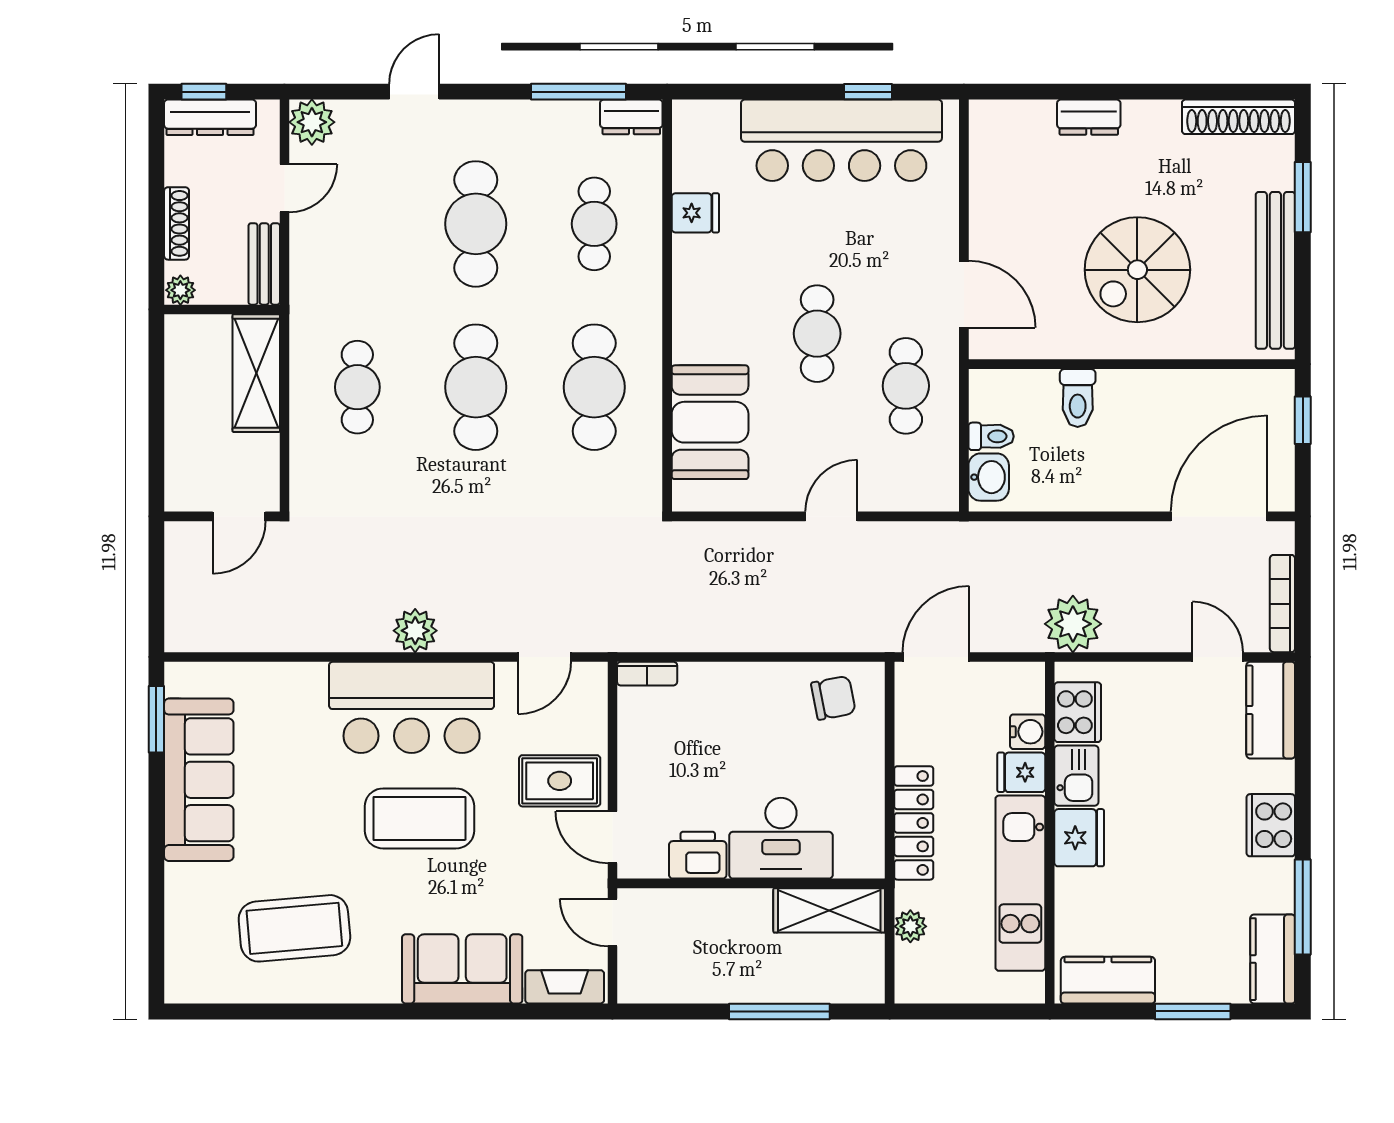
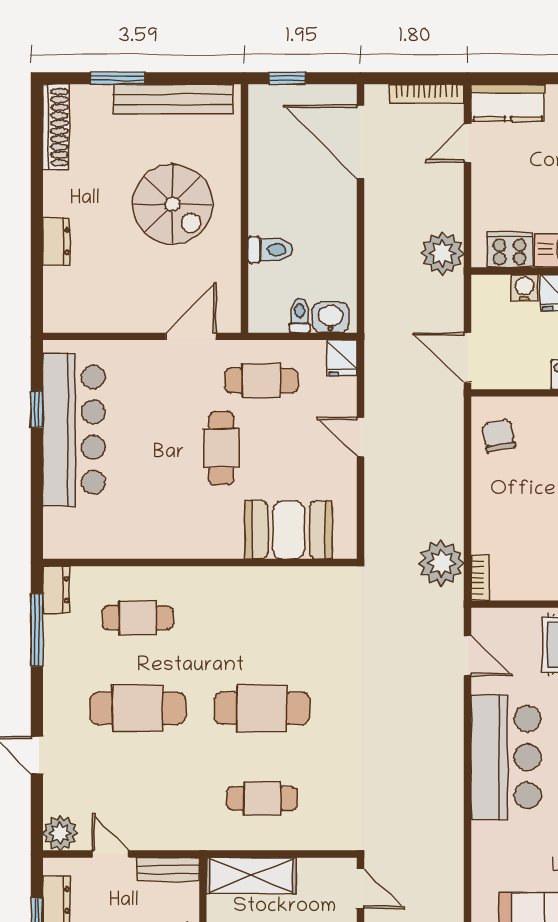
fridge: (695, 213) -> (342, 358), moved, turned 180
cafe table: (817, 334) -> (221, 448), turned 90
cafe table: (594, 387) -> (262, 618), removed
plant: (415, 631) -> (441, 563), moved, width x1.36, depth x1.36

